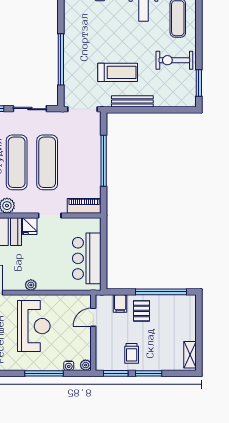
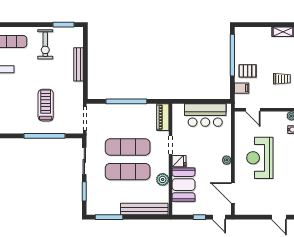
treadmill: (118, 72) -> (46, 105), moved
bench: (132, 101) -> (78, 64), moved
reception desk: (34, 326) -> (260, 158), turned -90

